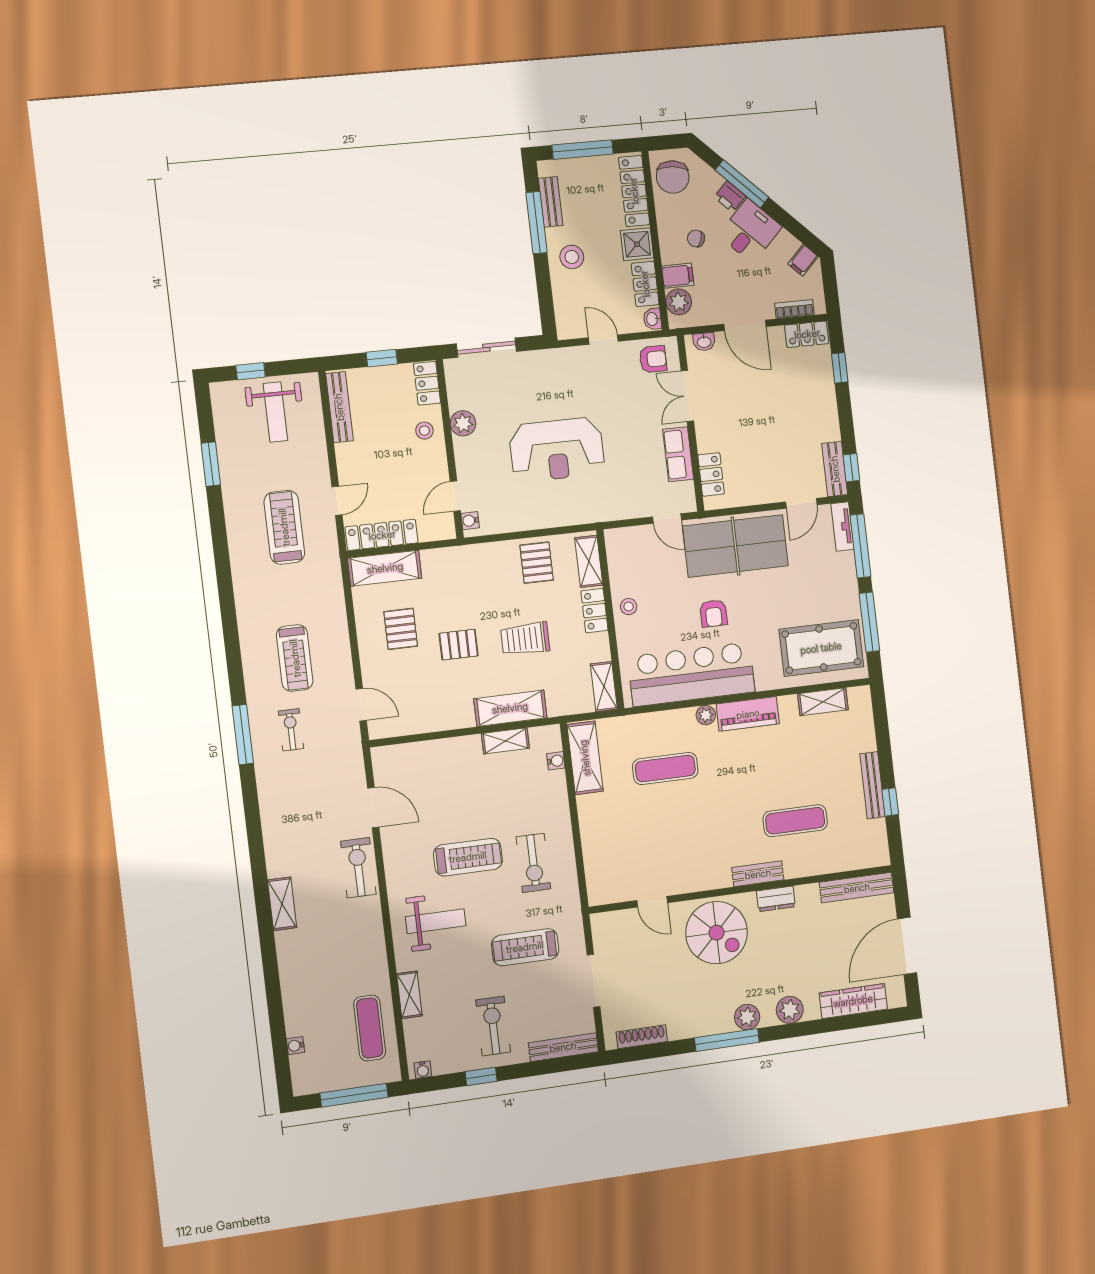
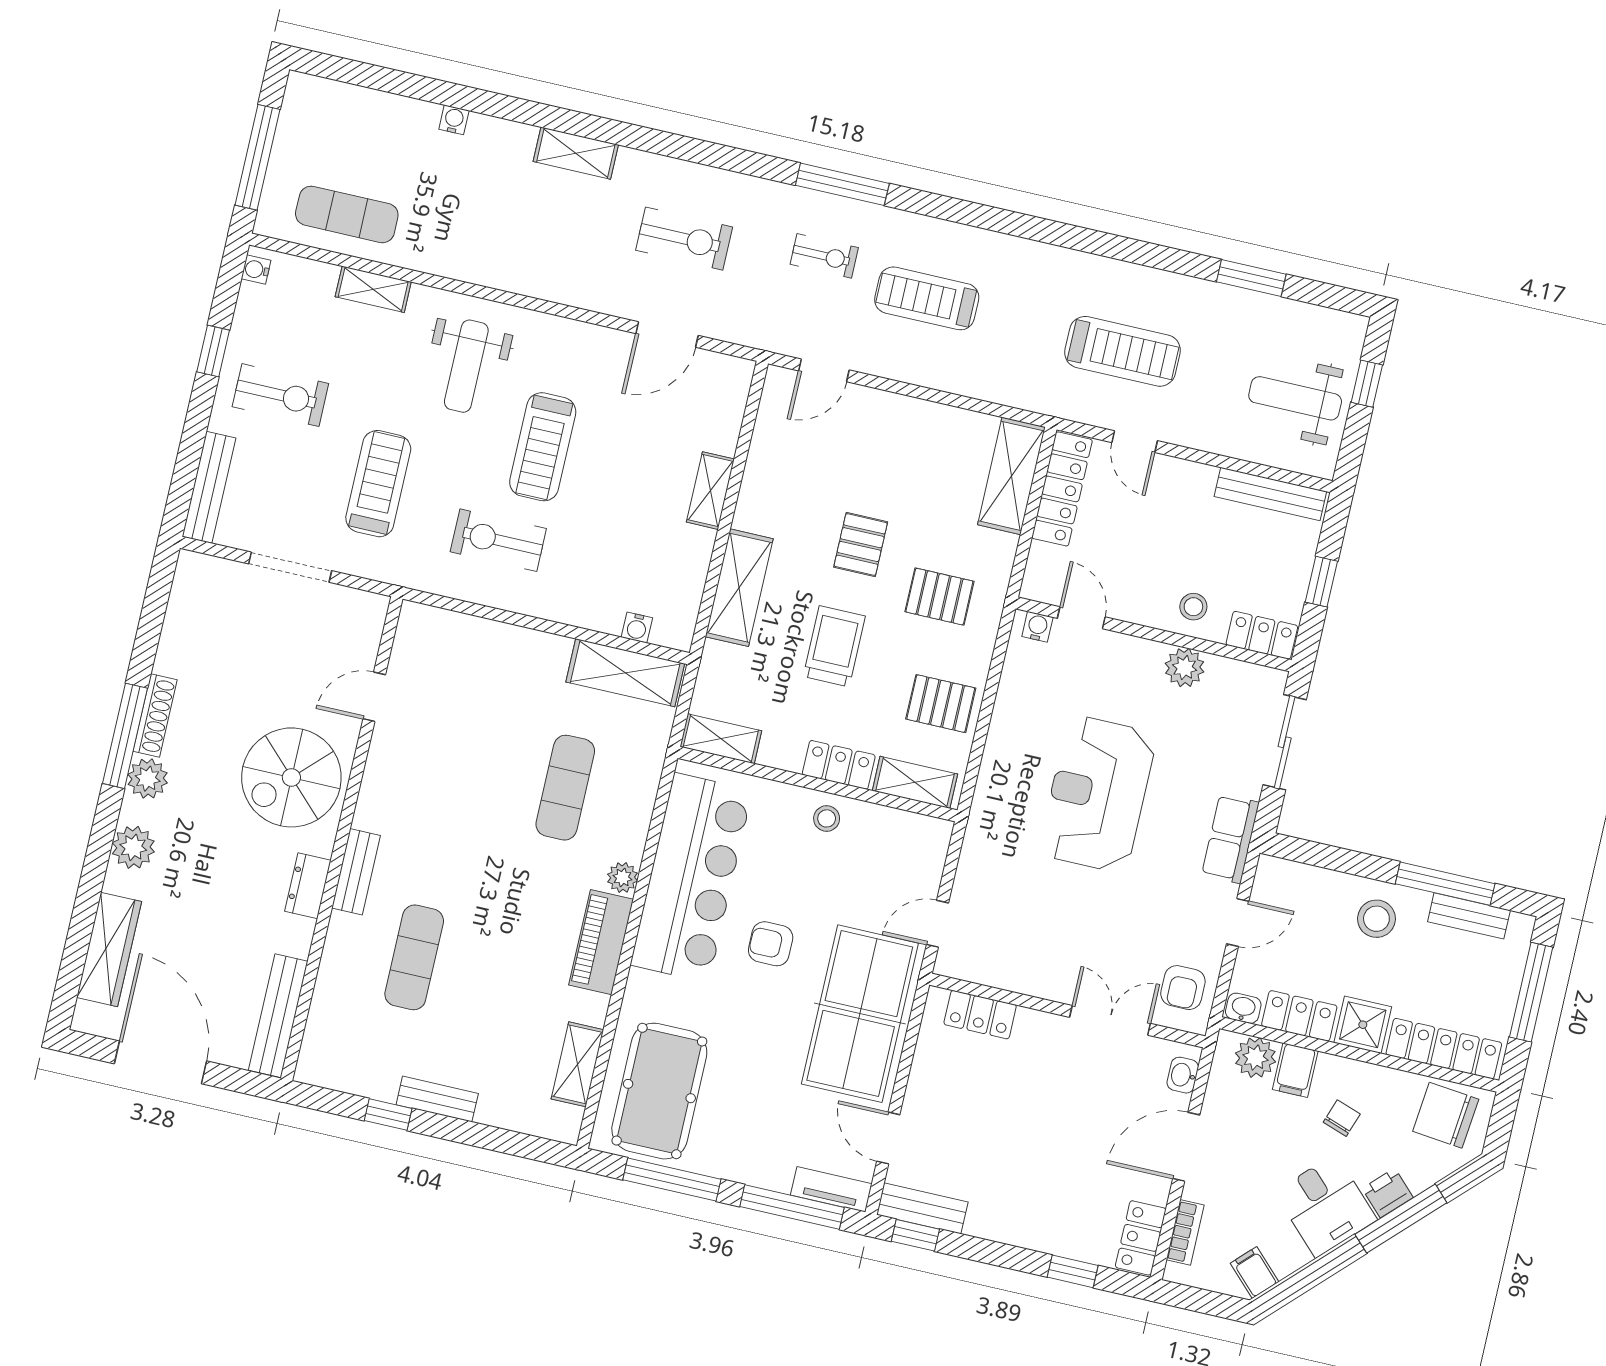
row of seats: (678, 454) -> (1230, 839), moved, turned -90
pallet: (401, 629) -> (939, 597), moved
shelving: (505, 741) -> (710, 491), moved
bench: (872, 785) -> (437, 1099), width x0.73
exercise bike: (358, 868) -> (684, 239), moved
shoe rack: (642, 1037) -> (155, 715), moved
water cooler: (295, 1046) -> (454, 120), moved

